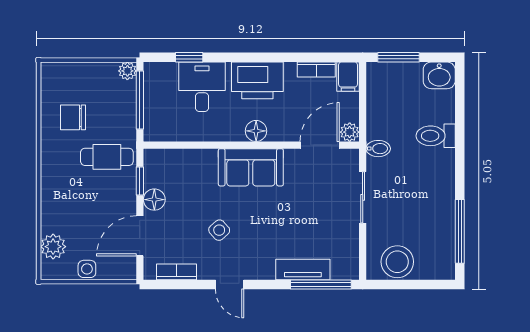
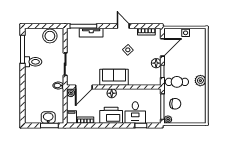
washbasin: (439, 75) -> (48, 118), moved
chair: (73, 117) -> (175, 104), moved
toilet: (436, 136) -> (33, 62), moved
plant: (53, 247) -> (200, 81), moved

